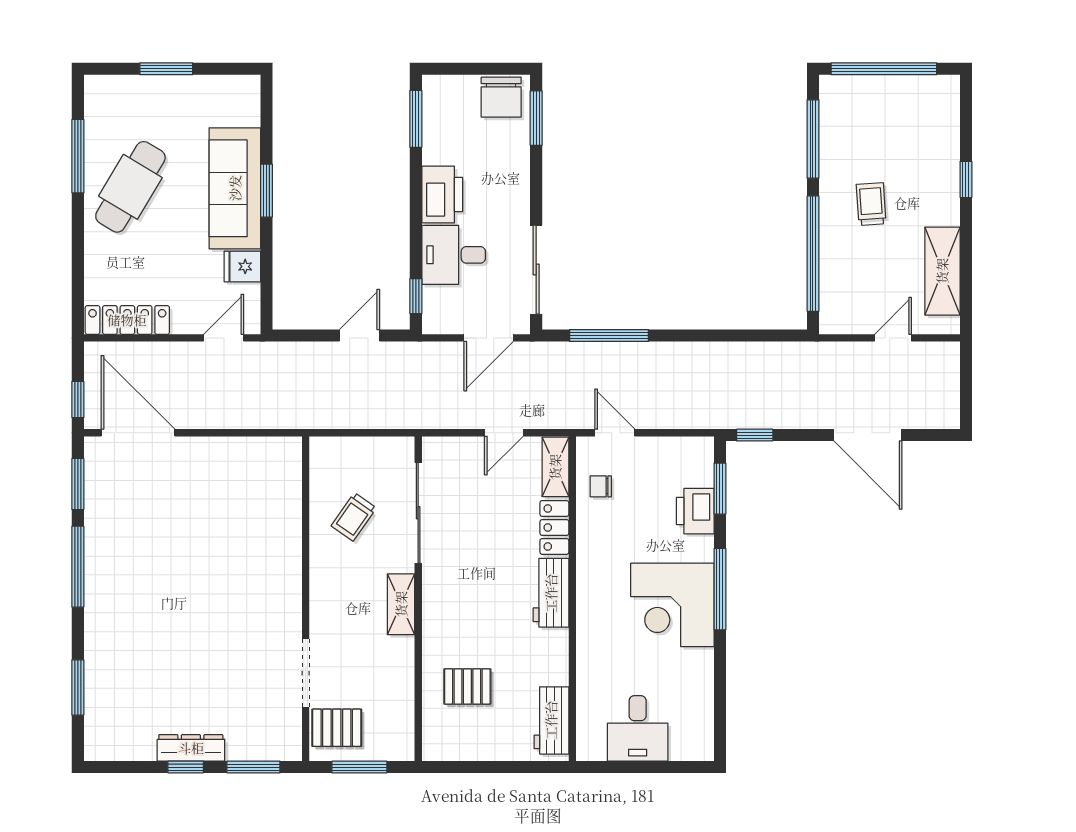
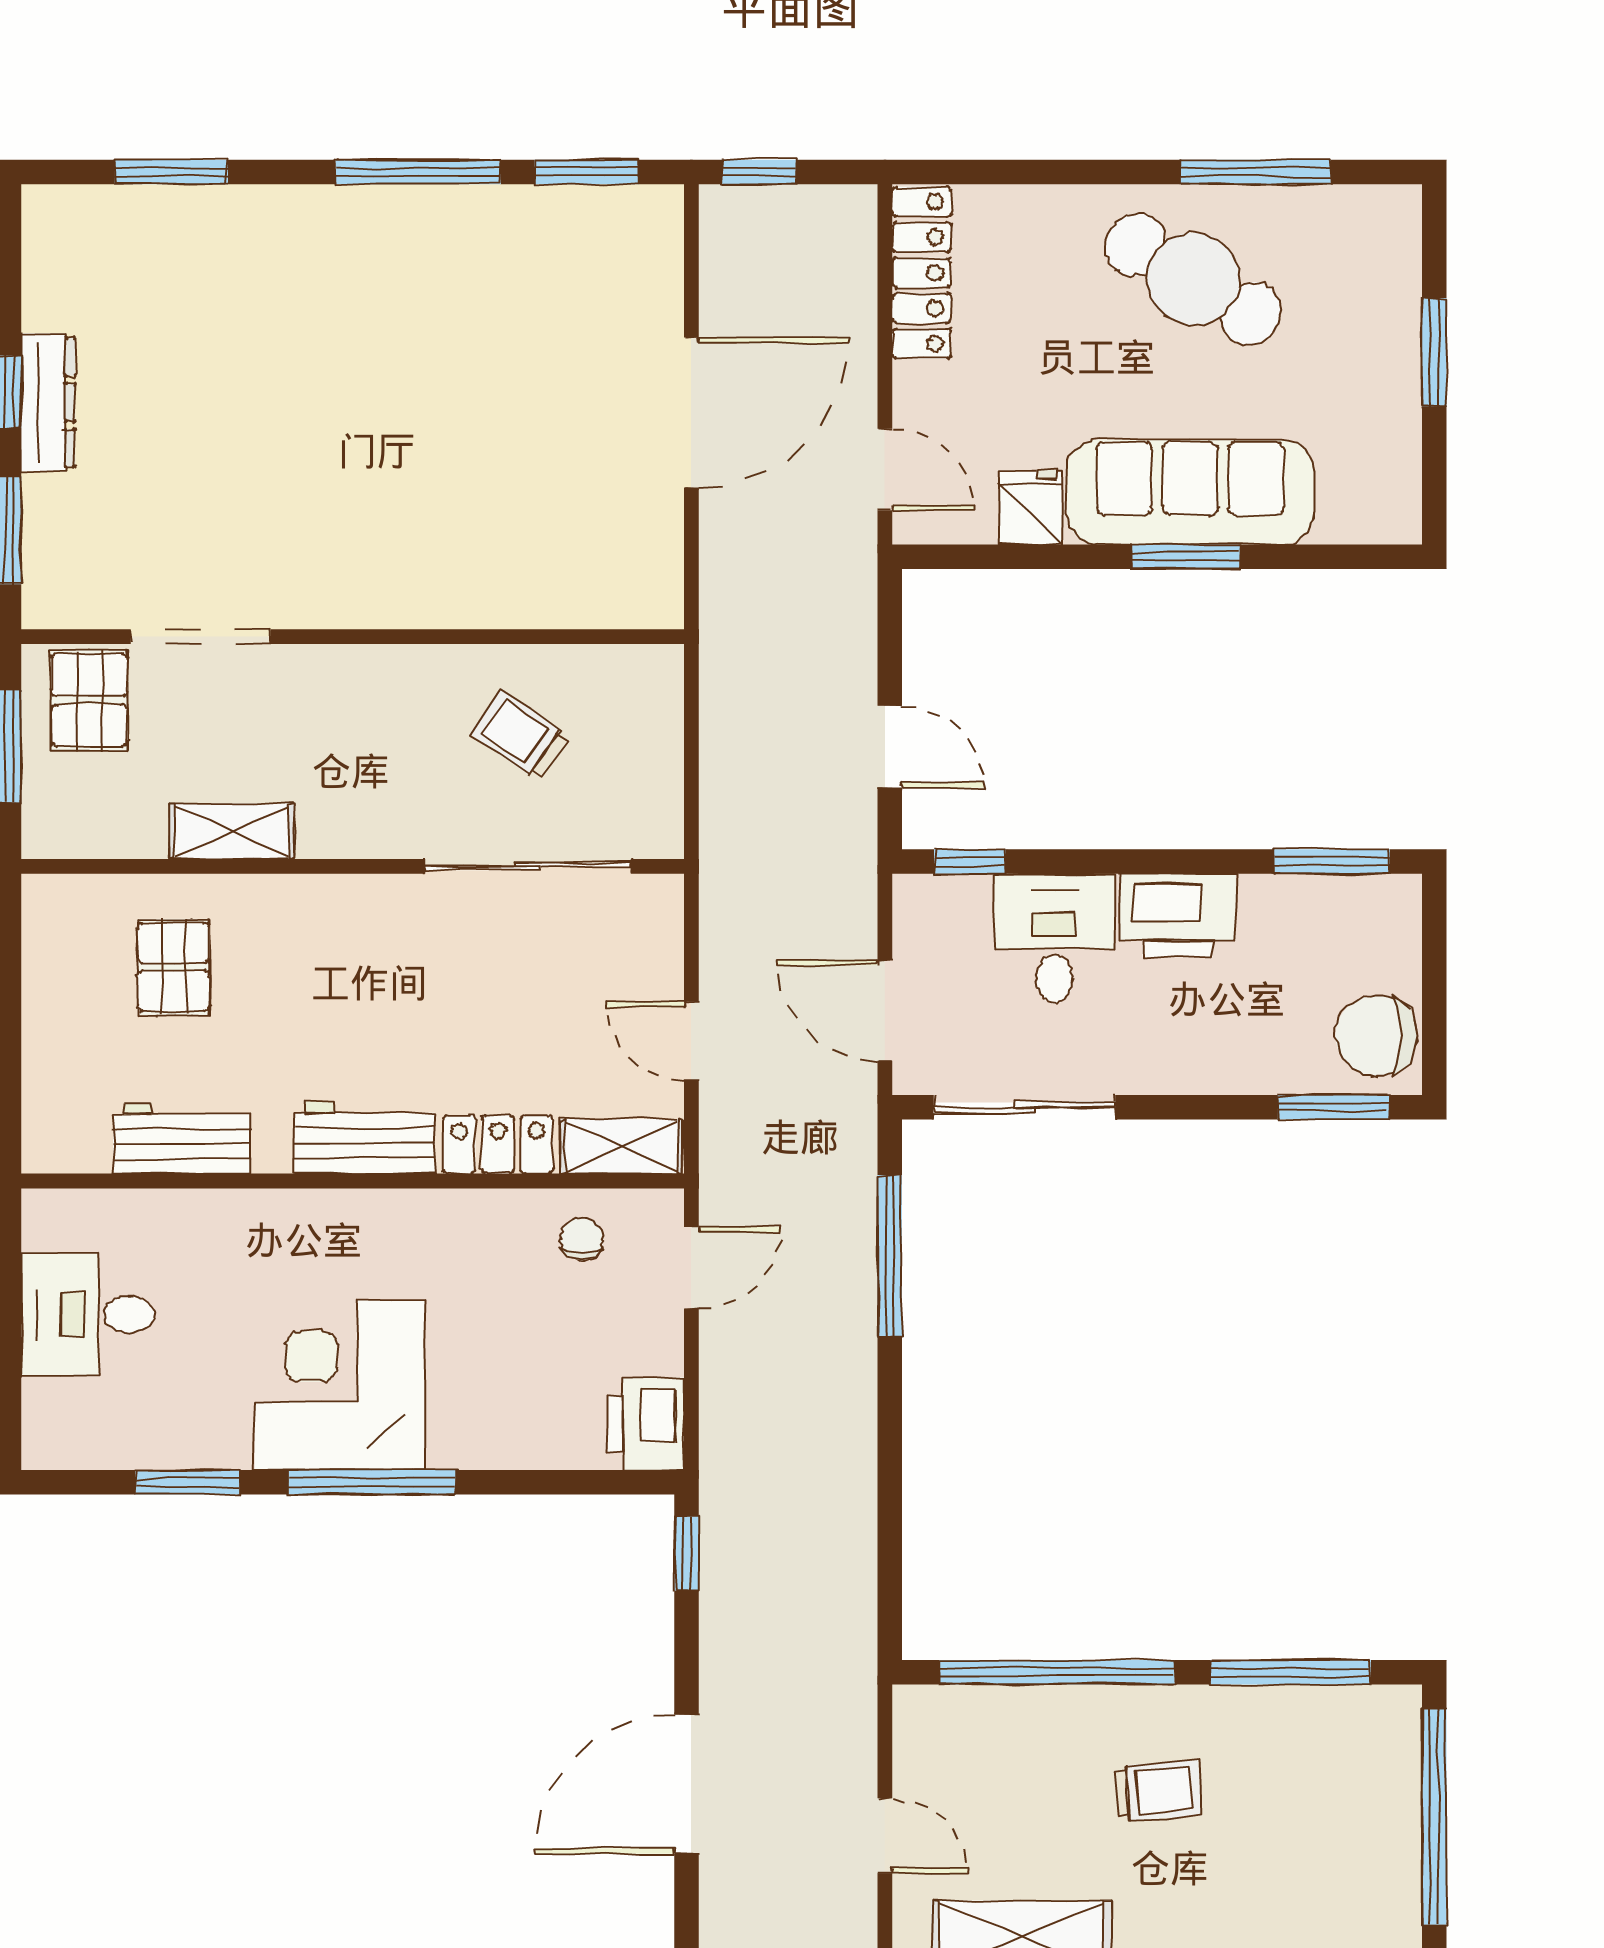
door: (138, 433) -> (691, 412), moved
window: (720, 489) -> (187, 1482), moved
printer: (695, 511) -> (646, 1424), moved, turned -90
shelving: (401, 604) -> (232, 831), moved
workbench: (551, 720) -> (182, 1138), moved

